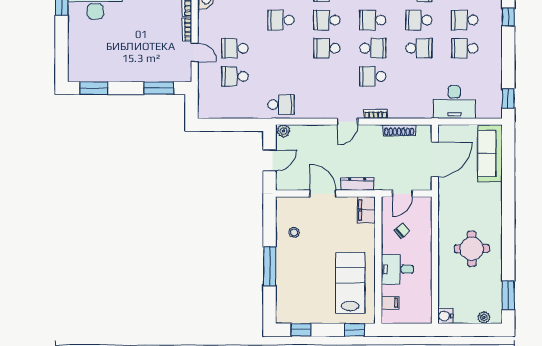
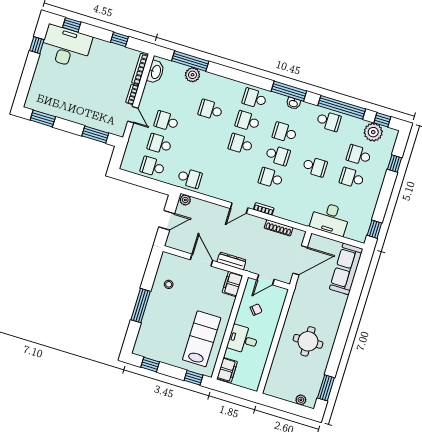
school desk: (419, 20) -> (153, 167), moved
filing cabinet: (390, 303) -> (227, 370), width x2.00
water cooler: (445, 316) -> (270, 389), removed

